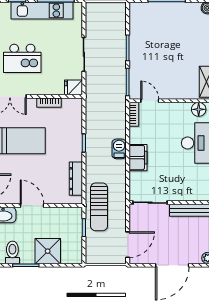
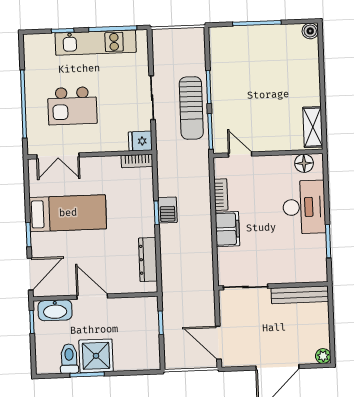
bookcase: (49, 103) -> (137, 161), moved
bookcase: (134, 114) -> (221, 195), moved
barbecue: (119, 149) -> (167, 210), moved, turned 180
sun lounger: (99, 207) -> (191, 108), moved
door: (128, 245) -> (218, 343), swing flipped
shower: (48, 251) -> (96, 356), moved

